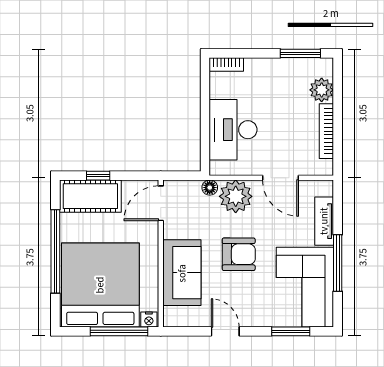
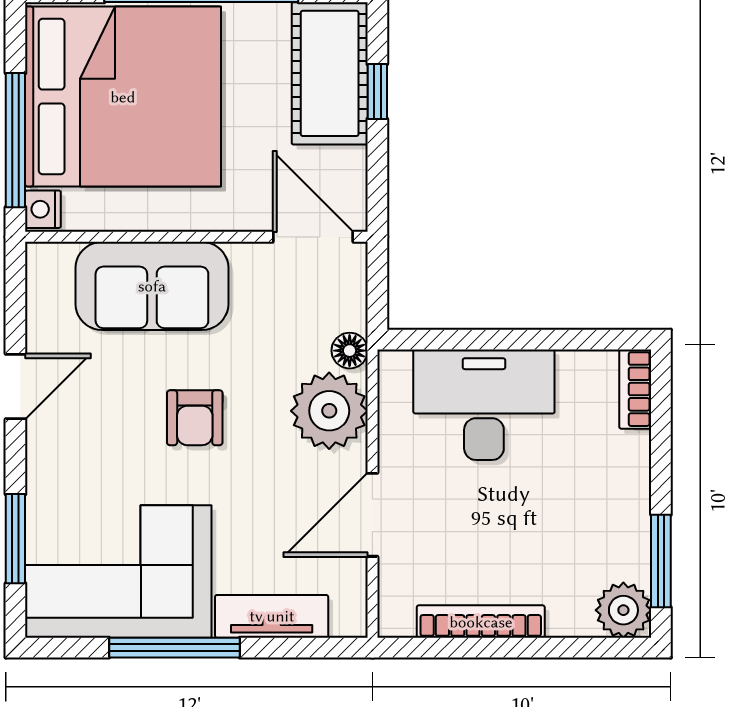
plant: (322, 90) -> (623, 610), moved
armchair: (239, 254) -> (195, 418), width x0.72, depth x0.72

